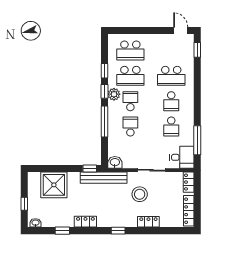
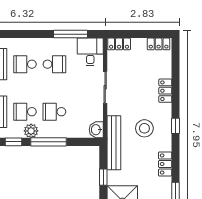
plant: (114, 94) -> (31, 131), moved
school desk: (171, 101) -> (25, 64), turned 180
window: (90, 168) -> (103, 177), moved
stool: (140, 194) -> (144, 128), moved
locker: (189, 211) -> (159, 44), width x0.66

